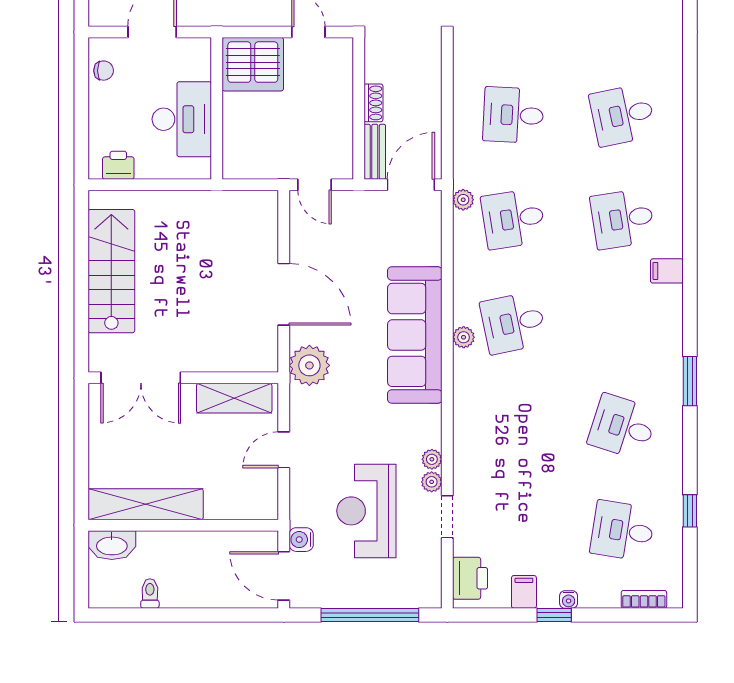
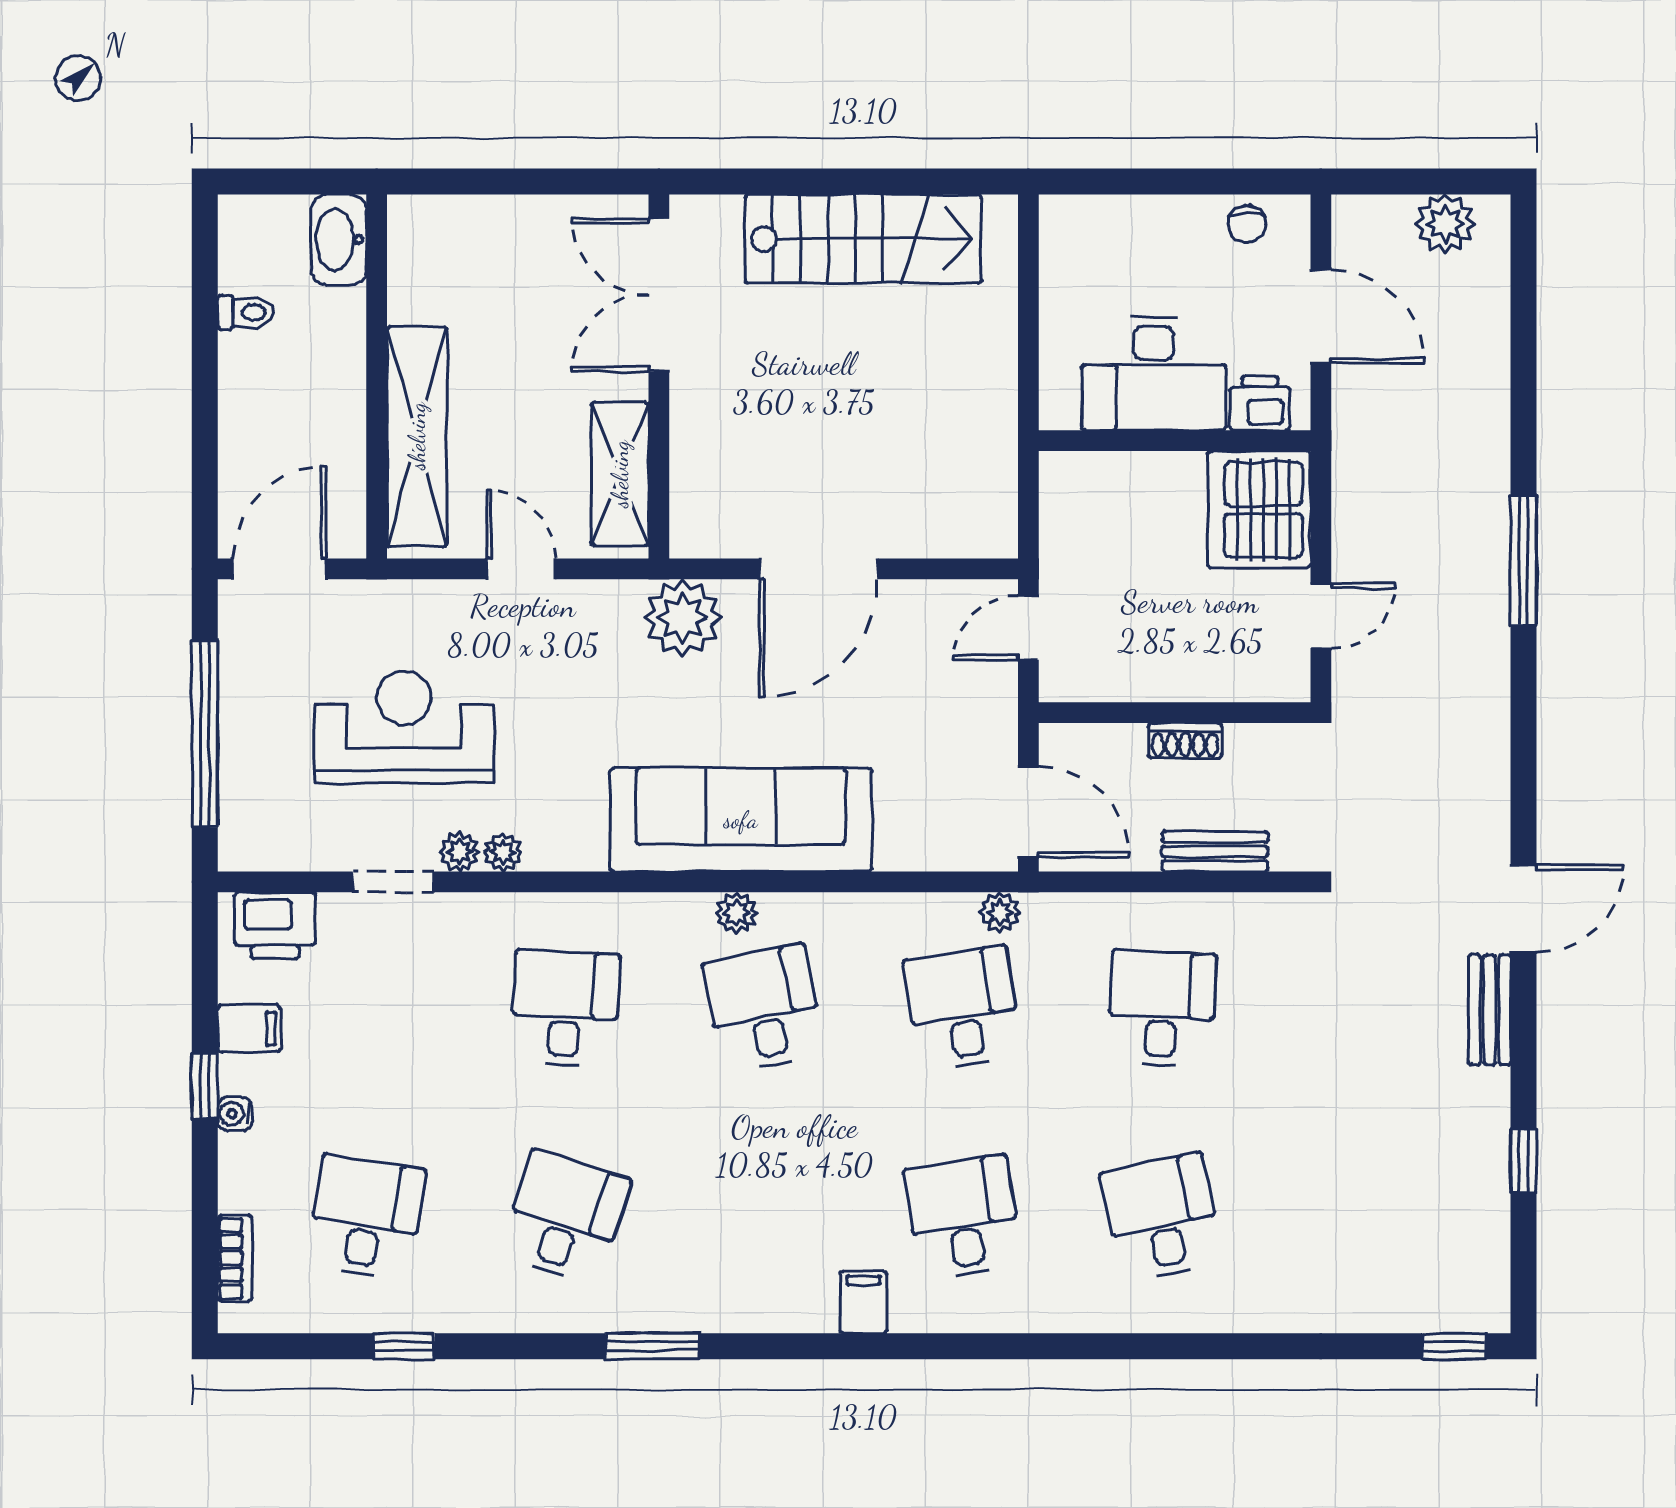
bench: (375, 152) -> (1215, 851), moved
printer: (118, 165) -> (1260, 403), moved, turned -90
desk: (513, 427) -> (565, 1008), added
shelving: (146, 504) -> (417, 436), moved
water cooler: (301, 540) -> (349, 602), removed

